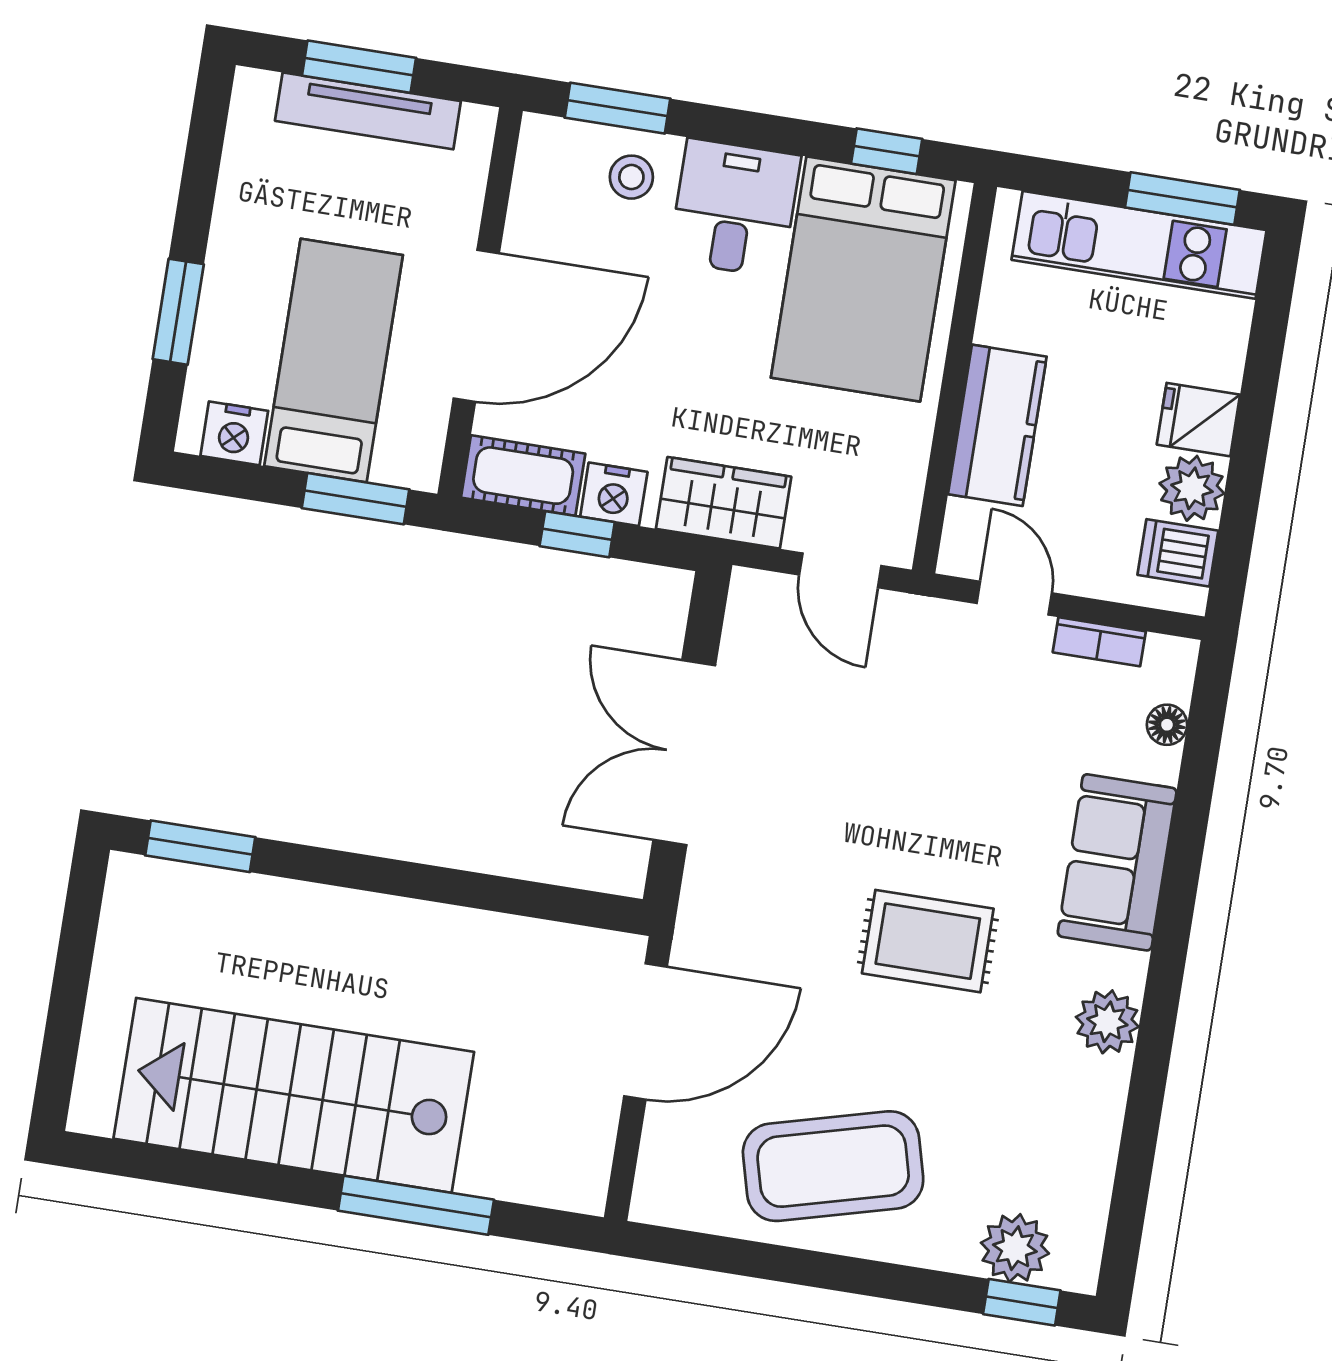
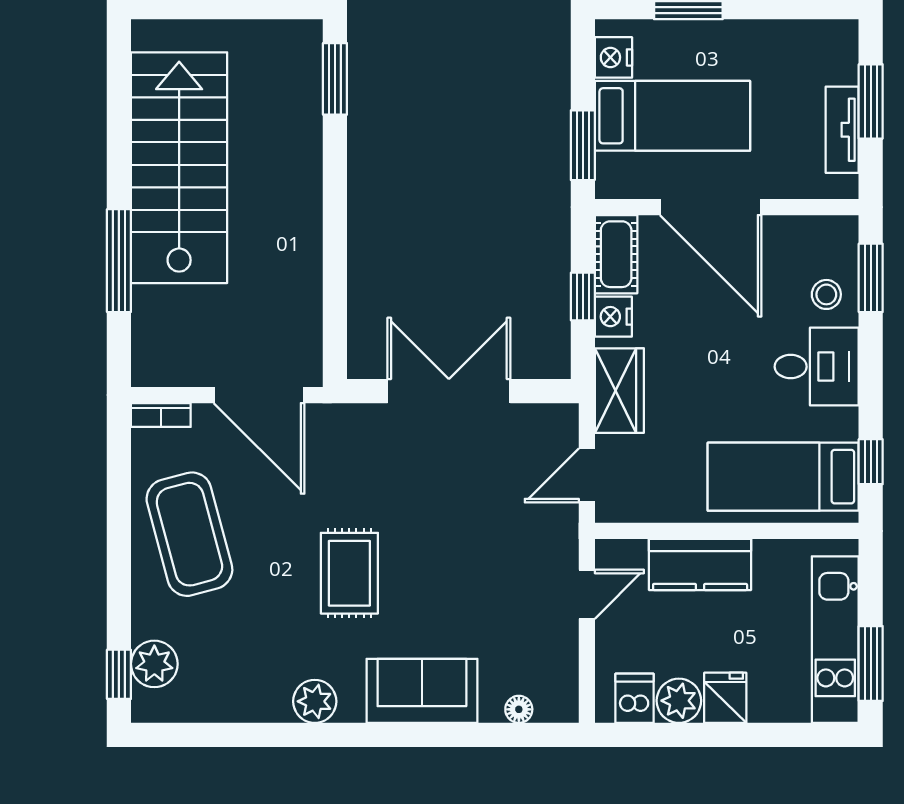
tv unit: (368, 111) -> (842, 130), width x0.71
bed: (863, 279) -> (783, 477), width x0.67
bookcase: (1099, 642) -> (161, 415), moved, turned -90

